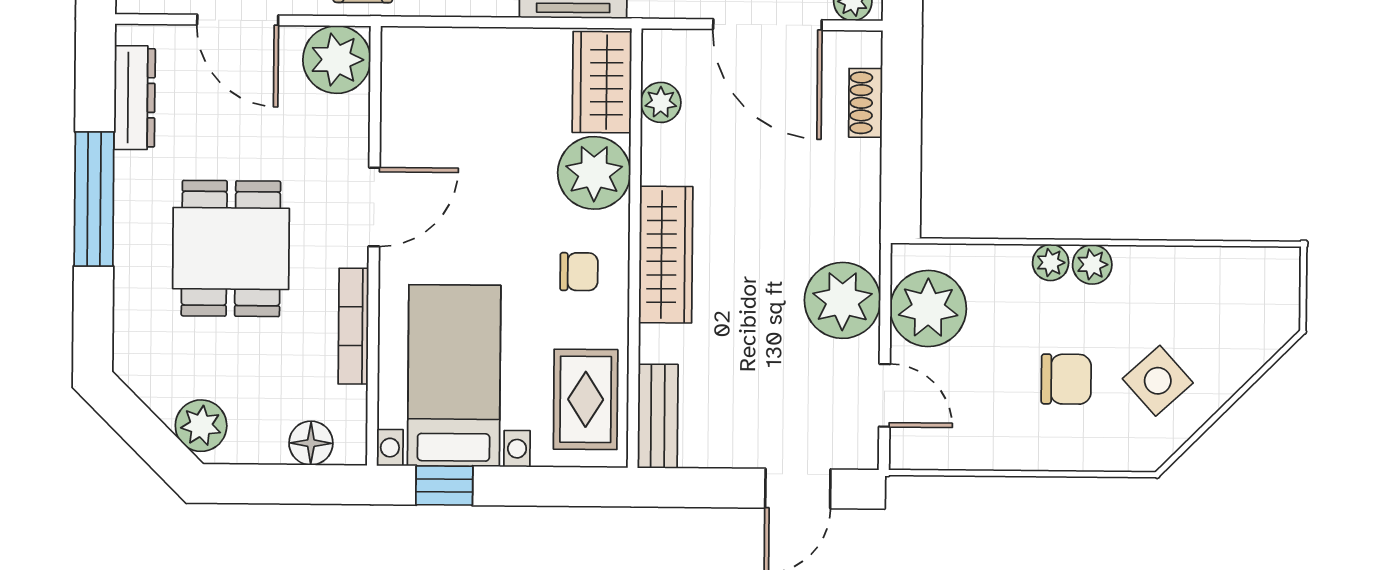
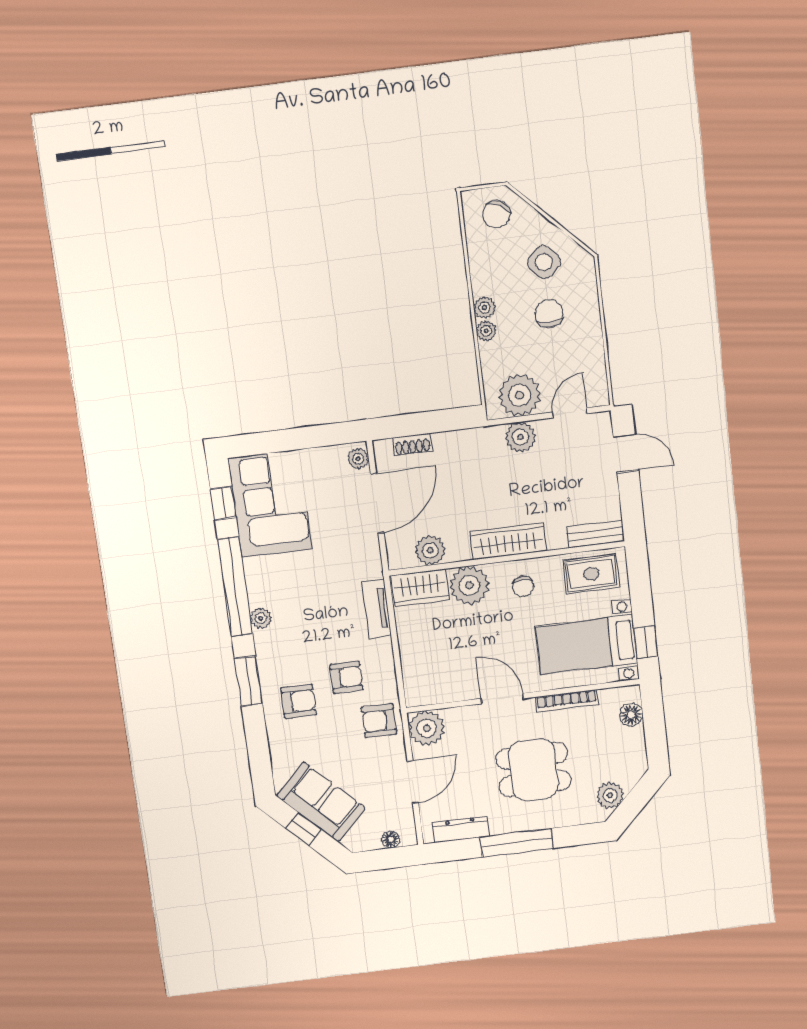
plant: (661, 102) -> (430, 550), width x1.38, depth x1.38
chair: (579, 272) -> (523, 586), turned 180
plant: (842, 300) -> (520, 437), width x0.73, depth x0.73
chair: (1253, 307) -> (496, 214), added
plant: (201, 426) -> (610, 795), moved

